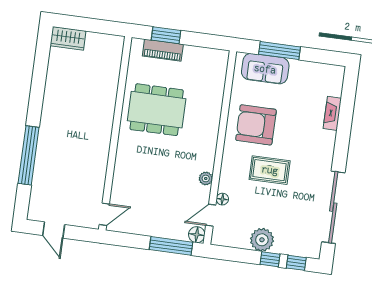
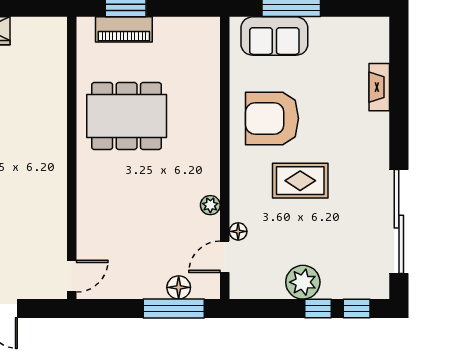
floor lamp: (197, 235) -> (179, 287), moved

